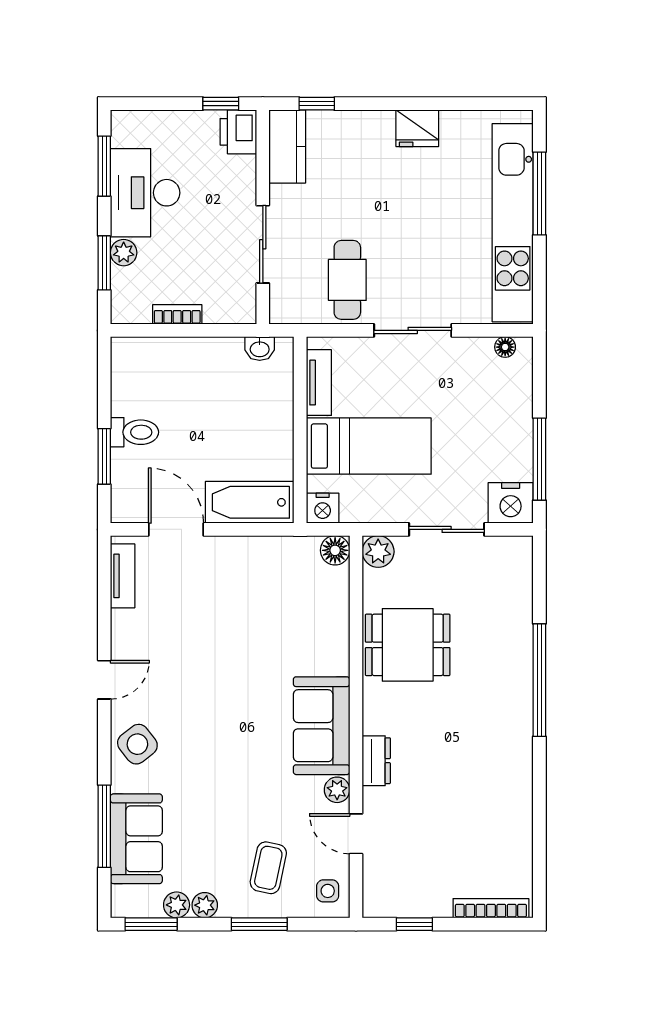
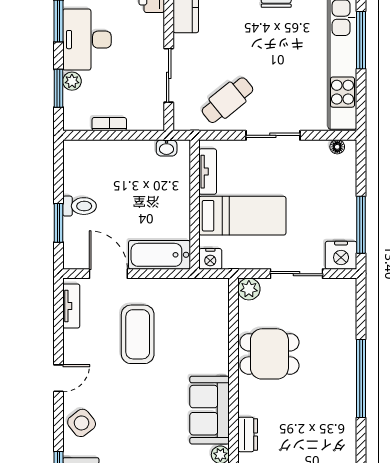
cafe table: (347, 280) -> (228, 100), turned 51
floor lamp: (335, 550) -> (219, 288), removed
coffee table: (218, 617) -> (138, 334), added

